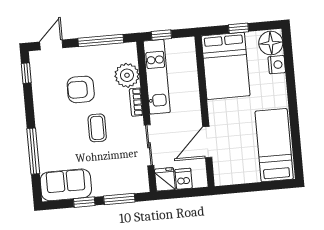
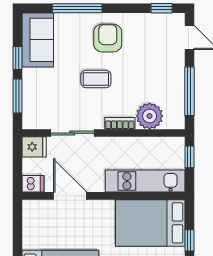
kitchen unit: (157, 77) -> (145, 181), moved, turned 180
armchair: (81, 89) -> (108, 38), moved
dishwasher: (184, 179) -> (33, 184), moved

